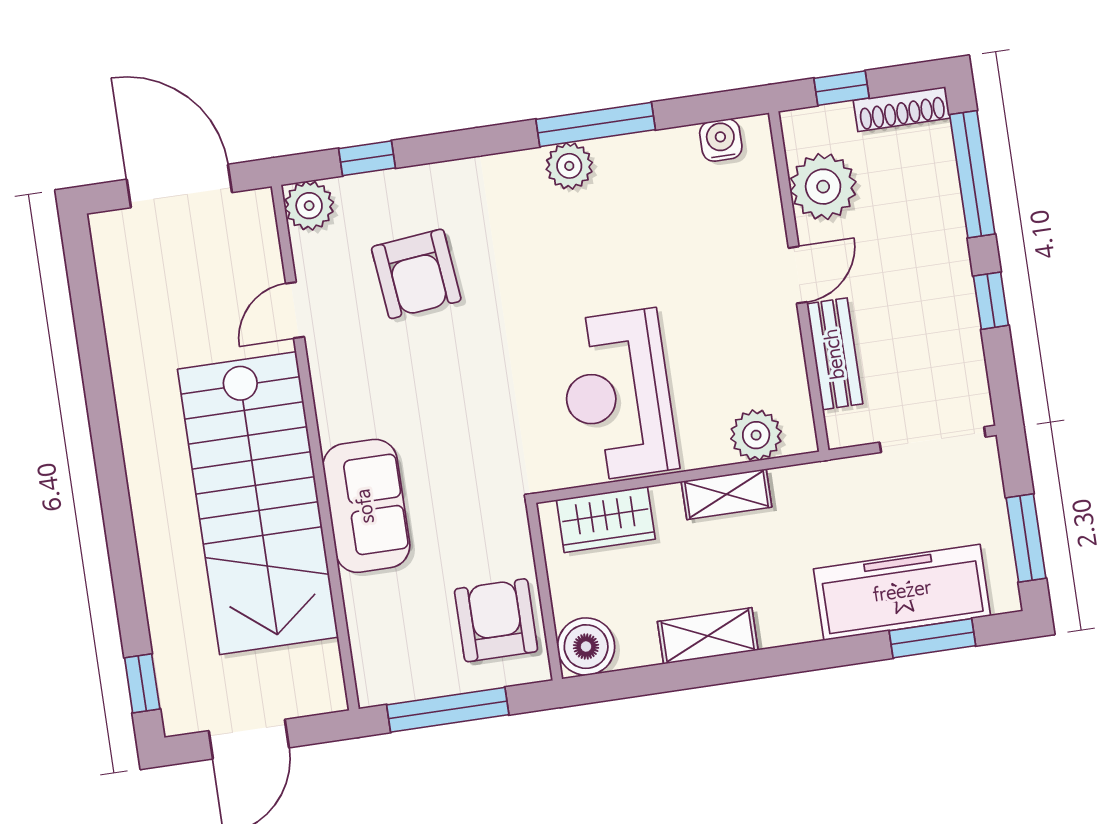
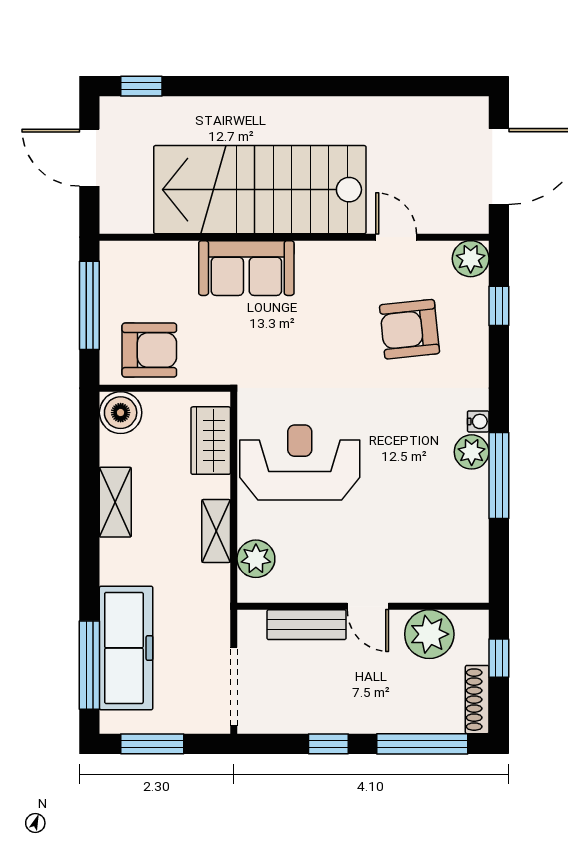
water cooler: (721, 140) -> (478, 421), moved, width x0.72, depth x0.72
window: (932, 638) -> (89, 665), width x1.44

